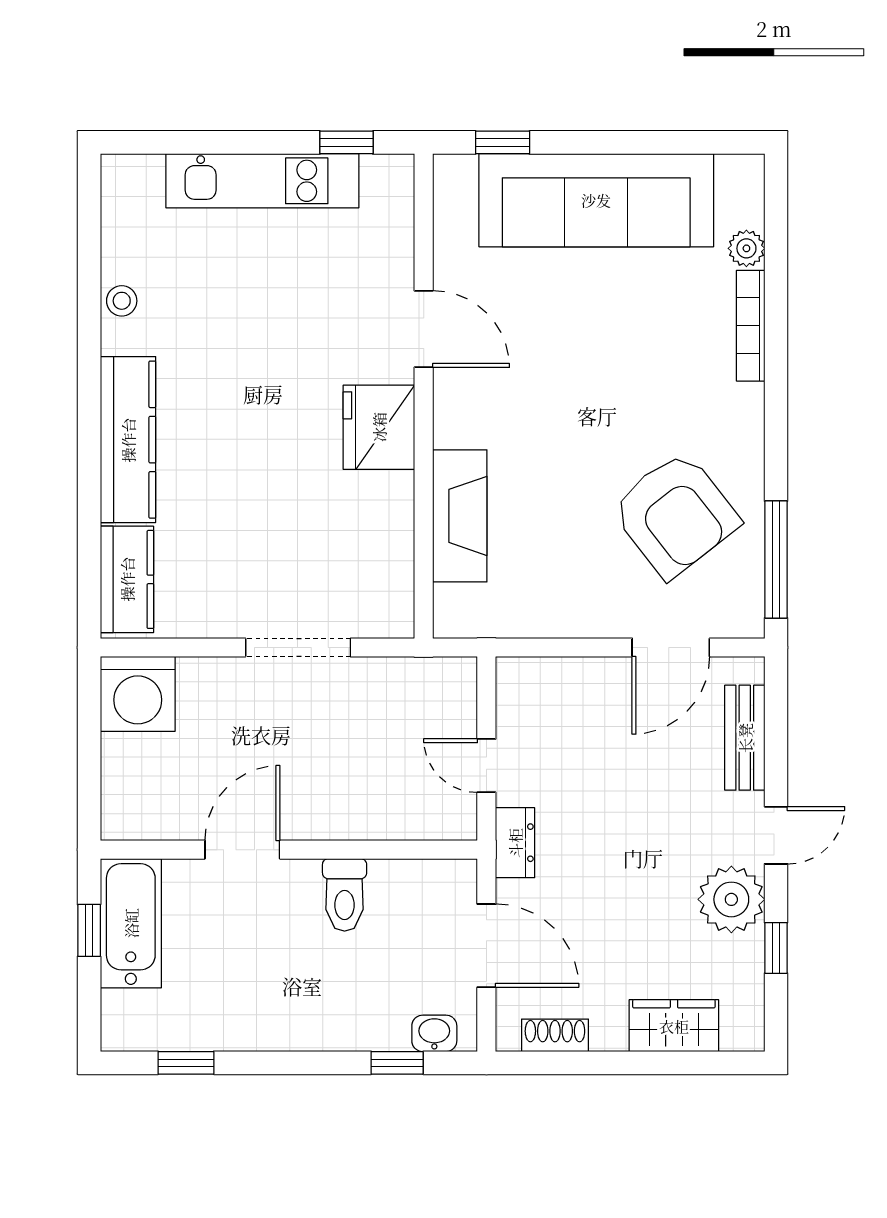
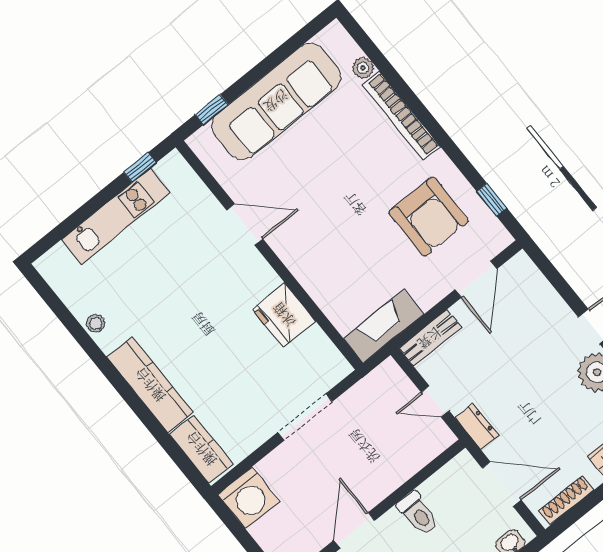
bookcase: (751, 326) -> (401, 116), width x1.48, depth x1.31
fridge: (379, 427) -> (284, 315), moved
armchair: (675, 515) -> (429, 216), turned 38
fireplace: (460, 516) -> (384, 326), moved, turned -90
window: (776, 560) -> (492, 200), width x0.46
bench: (745, 738) -> (430, 338), moved, turned 90
shoe rack: (555, 1035) -> (566, 500), width x1.43

